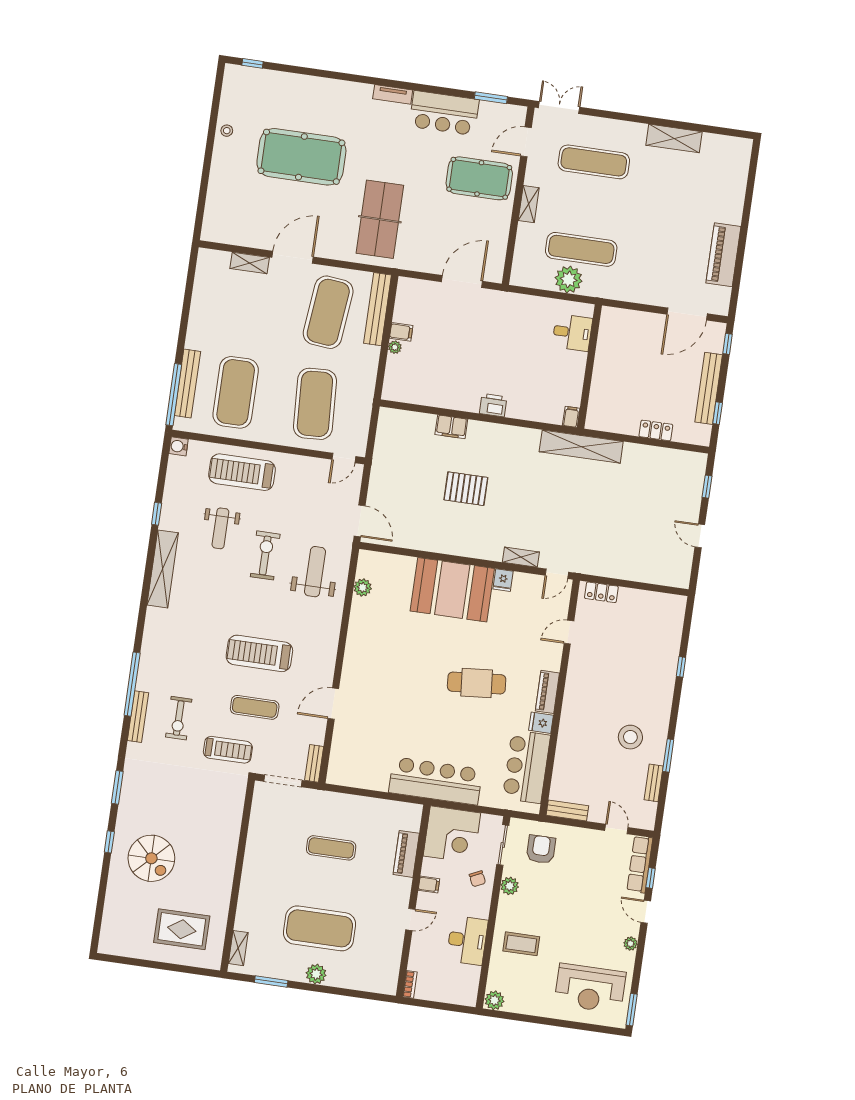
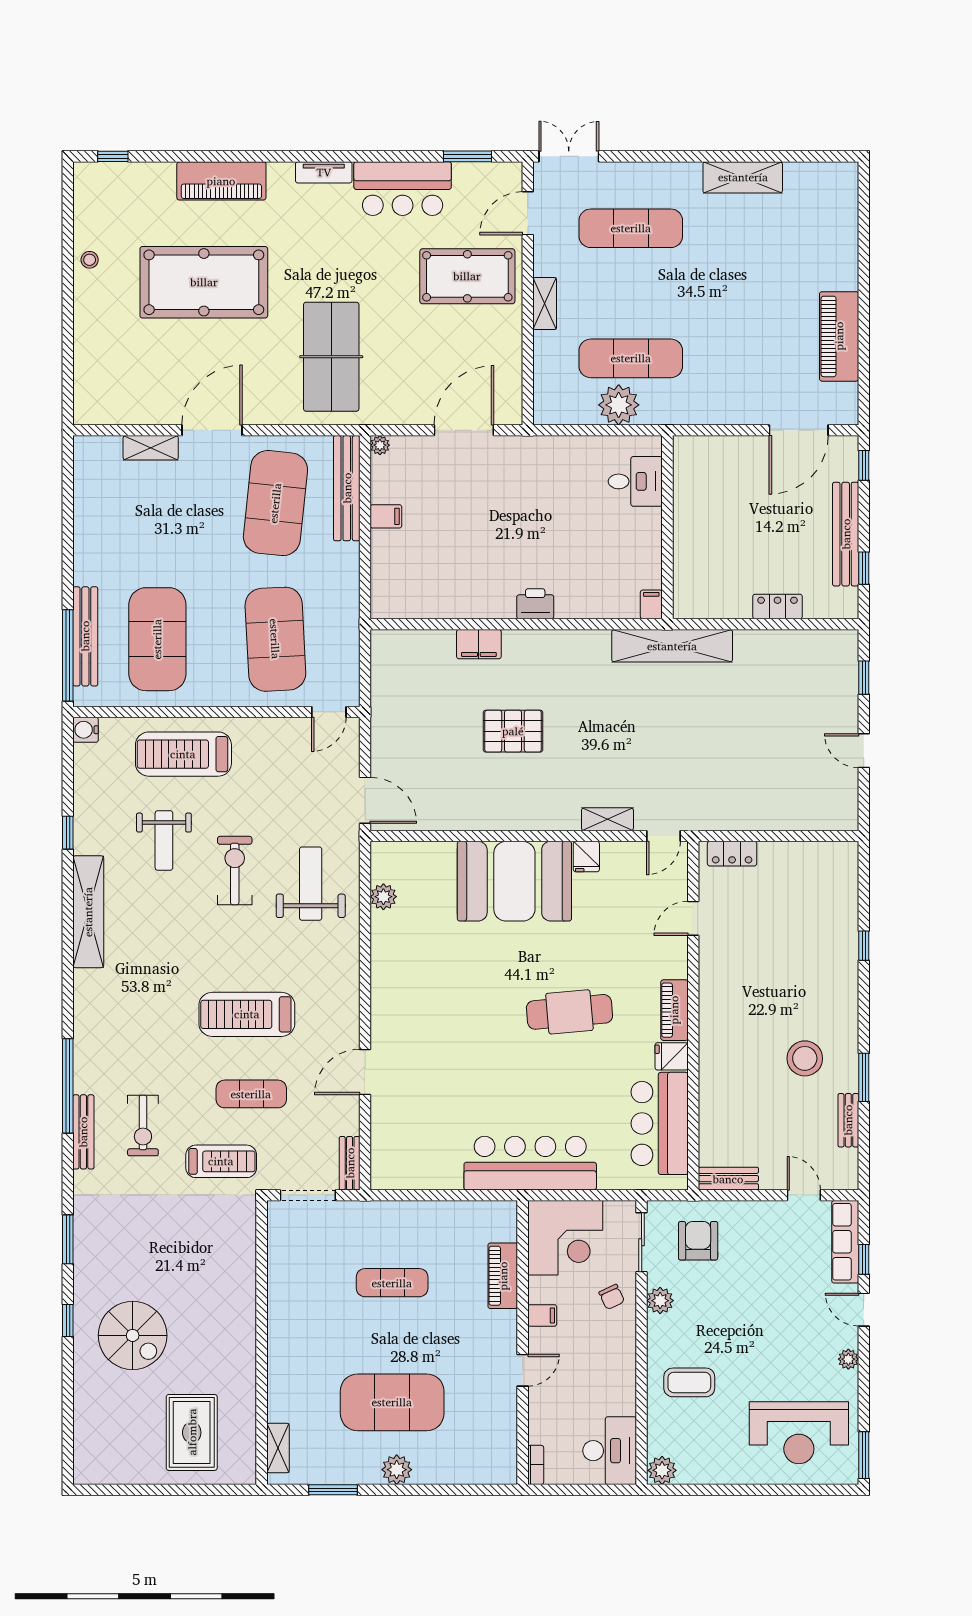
piano: (323, 90) -> (221, 181), added
plant: (395, 347) -> (380, 445), moved
rug: (182, 929) -> (192, 1432), turned 90
desk: (467, 940) -> (610, 1451), moved

